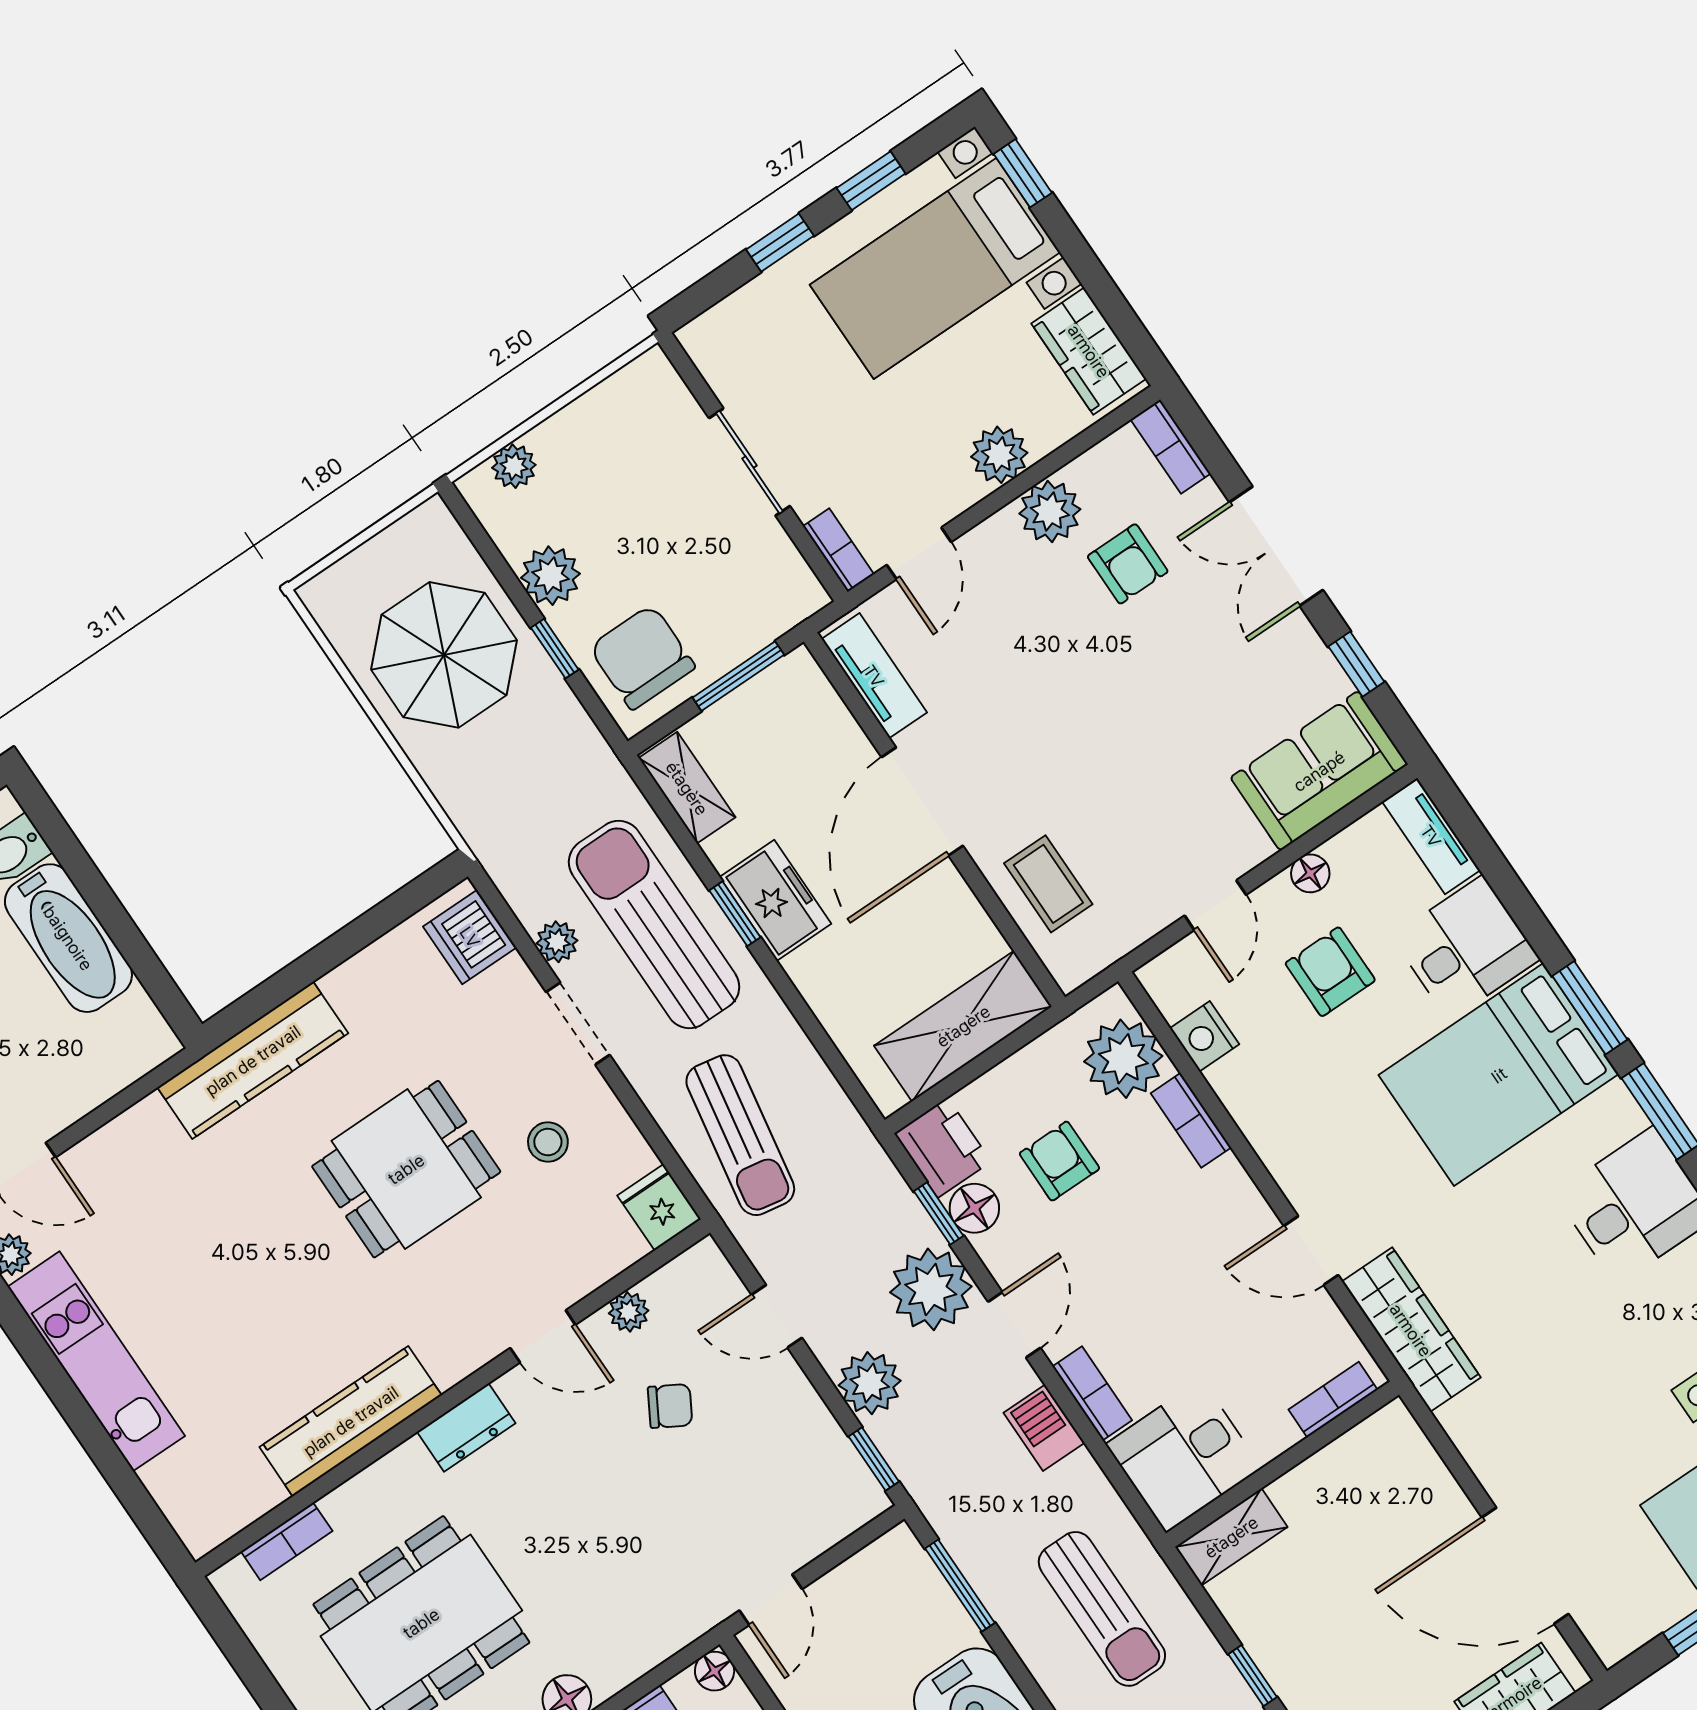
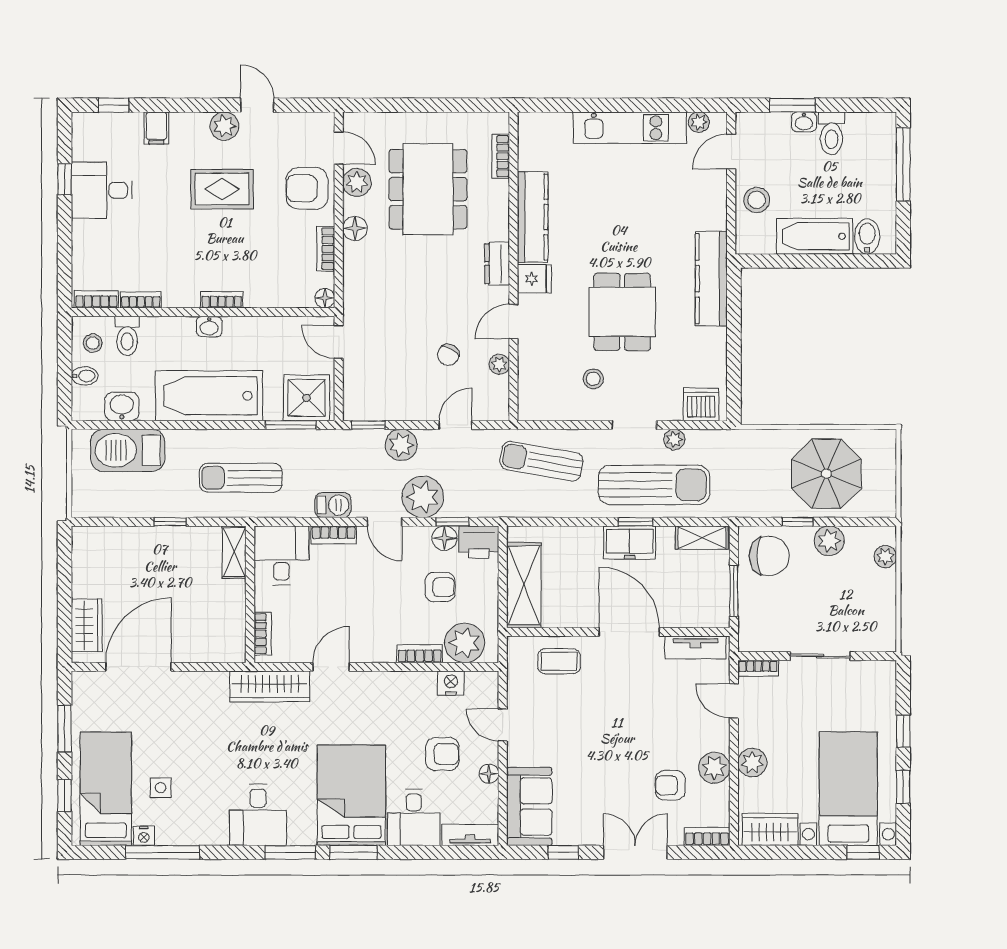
stool: (73, 1073) -> (757, 200), added
fridge: (659, 1207) -> (534, 279), moved
shower: (898, 1590) -> (306, 398), added

